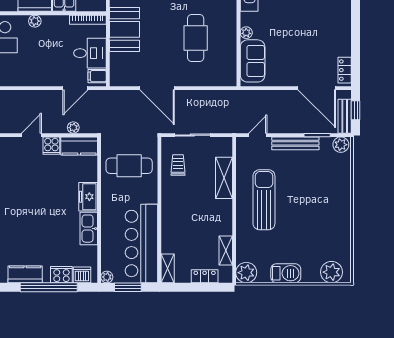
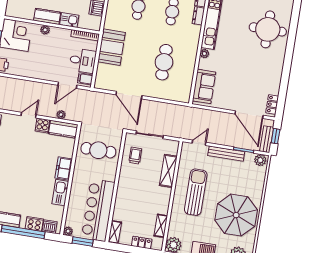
plant: (246, 33) -> (204, 54), moved
parasol: (321, 221) -> (236, 215), added

